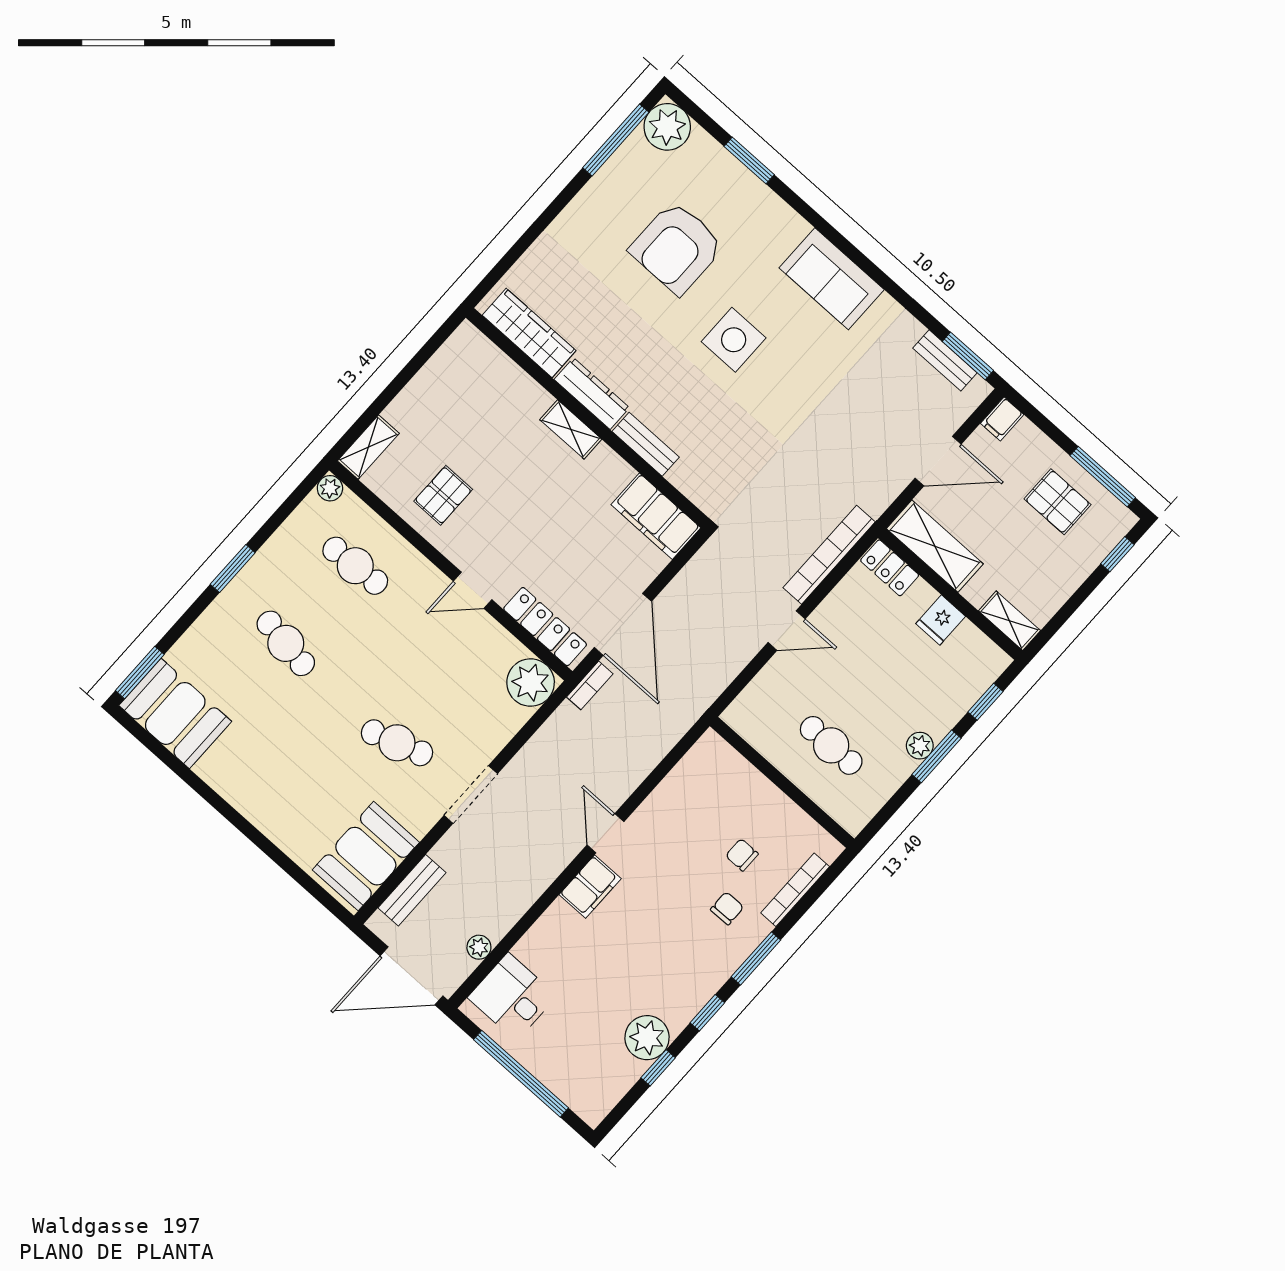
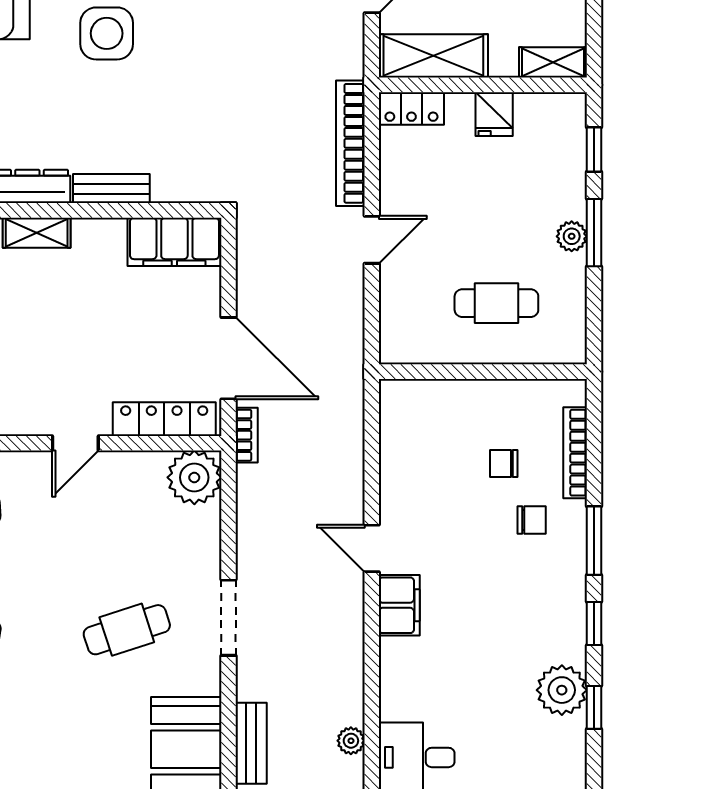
chair: (727, 908) -> (532, 520), turned 91

